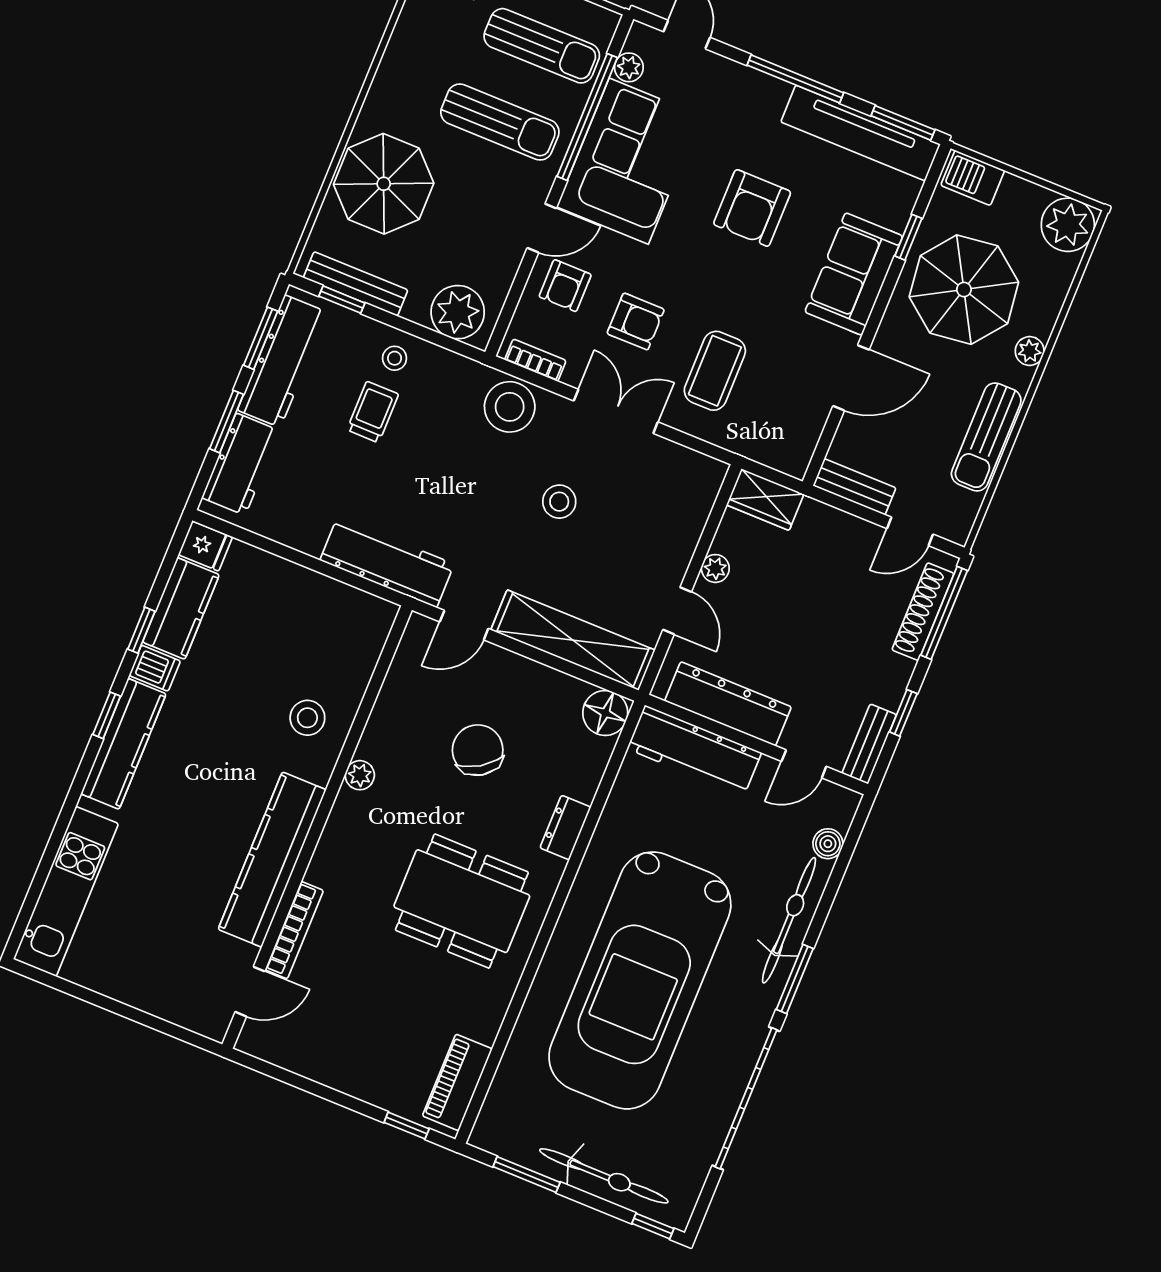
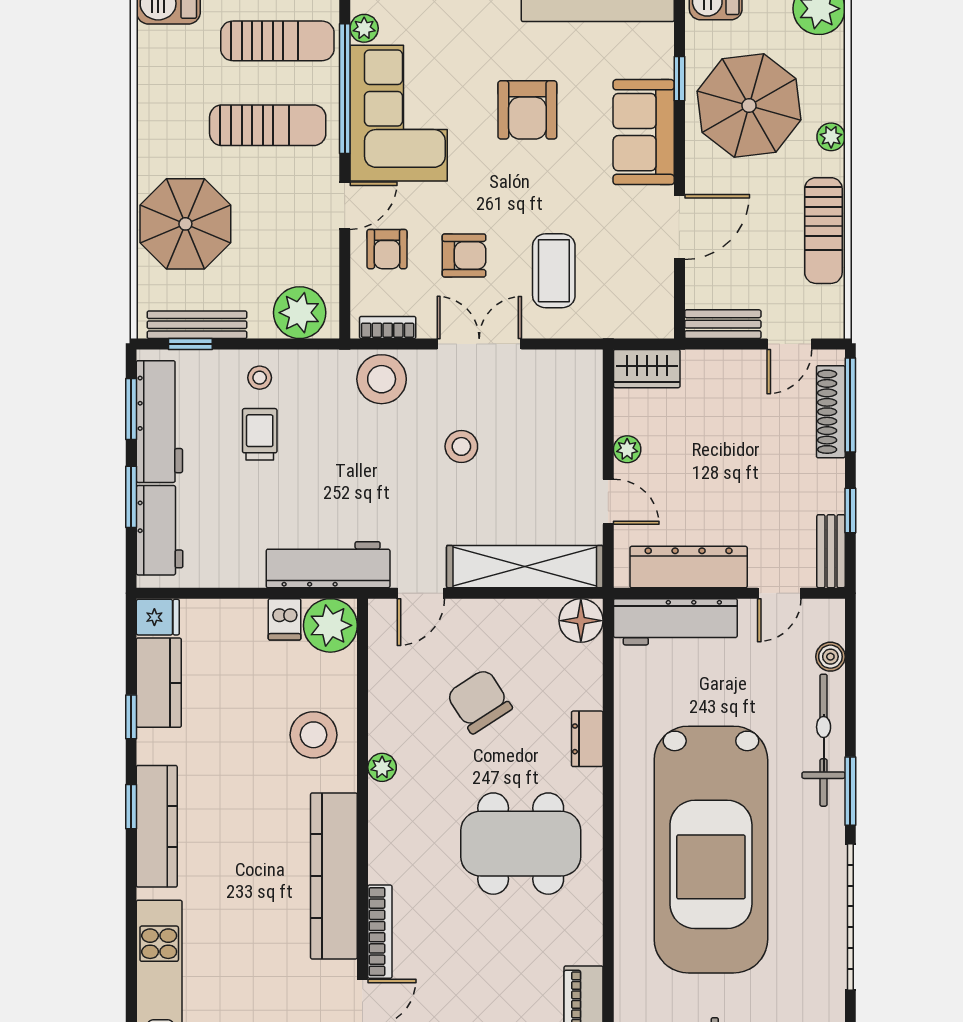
plant: (366, 621) -> (330, 625), added
dishwasher: (155, 668) -> (285, 619), moved, turned 90
stool: (307, 718) -> (313, 735), width x1.38, depth x1.38

